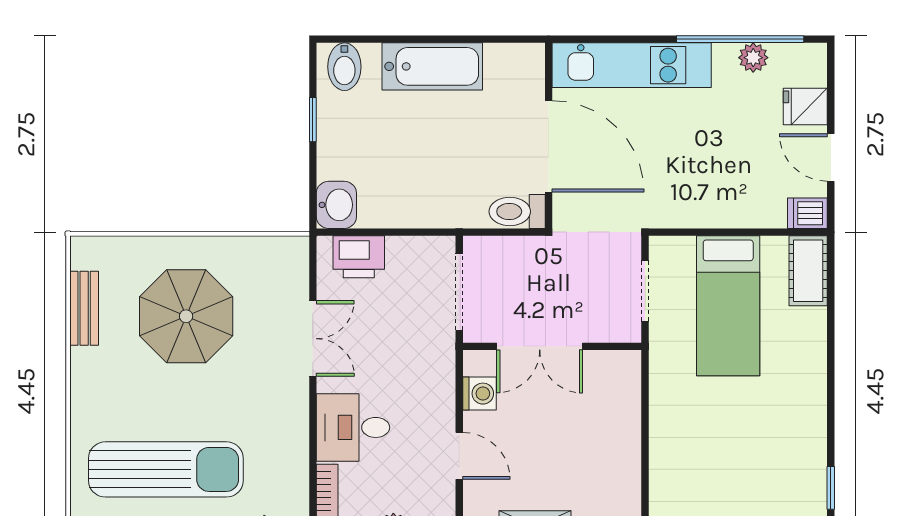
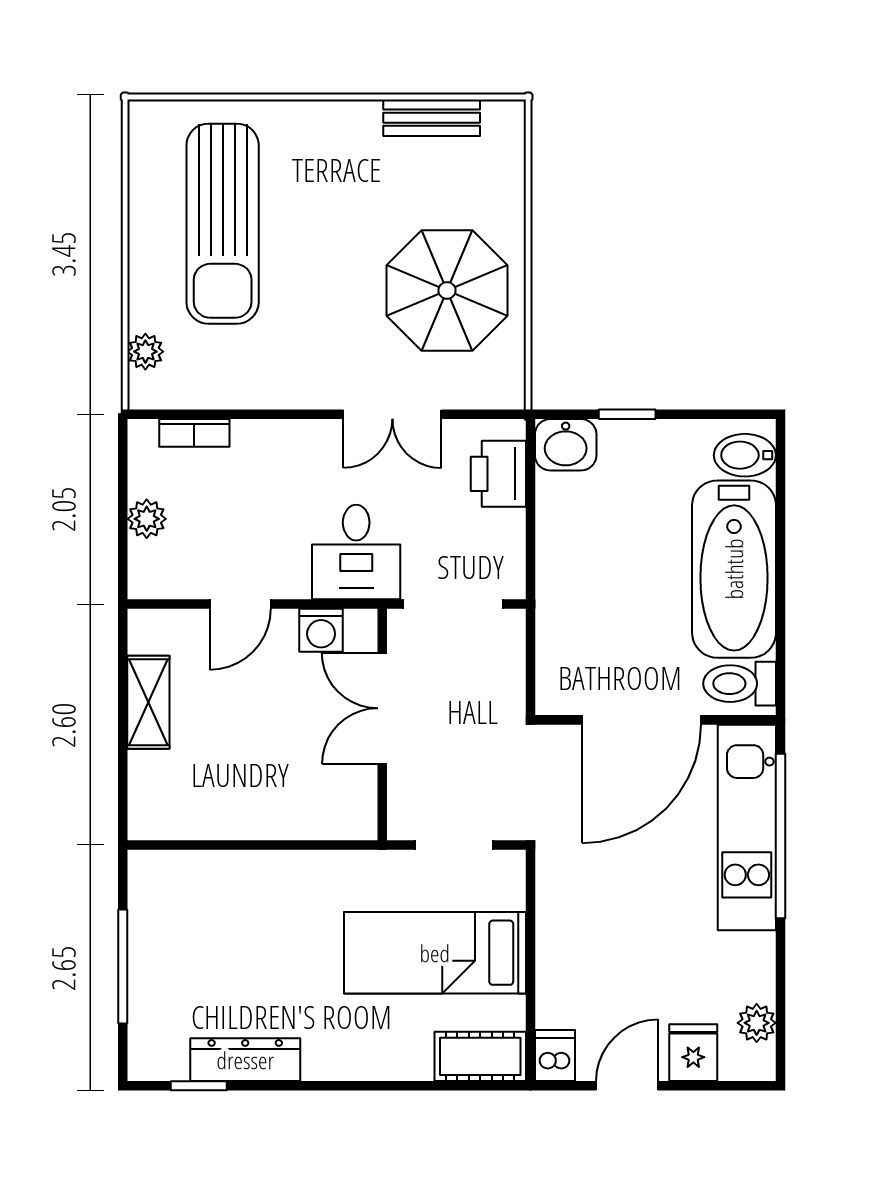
window: (740, 39) -> (780, 836), moved
plant: (753, 58) -> (757, 1023), moved
bathtub: (432, 66) -> (734, 569), width x1.36, depth x1.36
window: (313, 120) -> (627, 414), moved
toilet: (517, 211) -> (740, 684), moved, turned -90
parasol: (186, 316) -> (447, 290), moved
desk: (353, 427) -> (356, 552), moved, turned 180
dresser: (811, 452) -> (245, 1060), added

